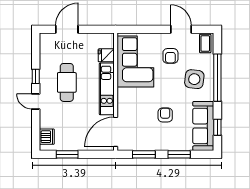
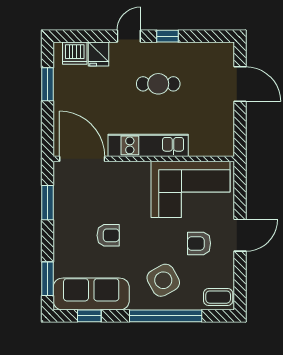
door: (181, 29) -> (240, 235), moved
fridge: (106, 55) -> (99, 54), moved, turned 180
side table: (194, 79) -> (163, 280), turned -36
cafe table: (67, 82) -> (158, 84), width x0.73, depth x0.74
window: (179, 154) -> (48, 279), moved

